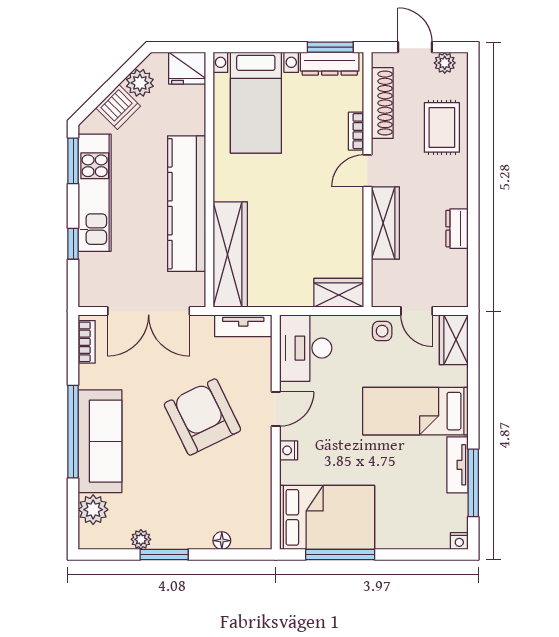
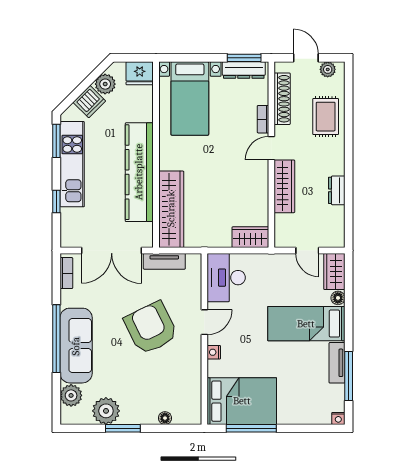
tv unit: (243, 326) -> (164, 261), moved
side table: (382, 331) -> (282, 265), removed
floor lamp: (459, 376) -> (338, 298), added
plant: (141, 539) -> (106, 411), width x1.88, depth x1.88

